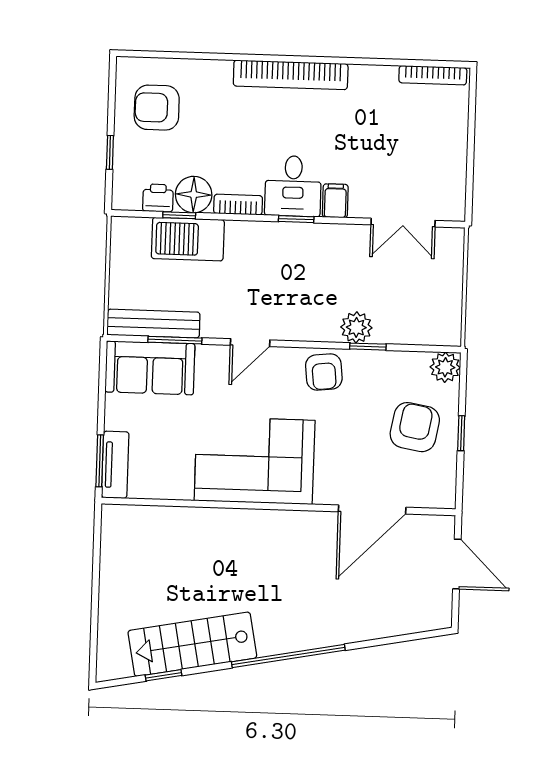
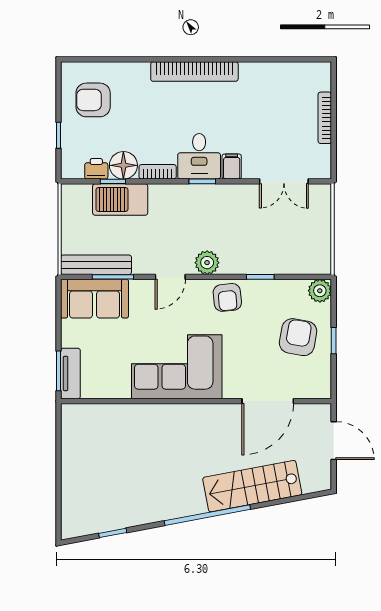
bookcase: (433, 75) -> (325, 118), moved, turned 90
plant: (356, 327) -> (207, 263), moved
stairs: (192, 644) -> (252, 486), moved

